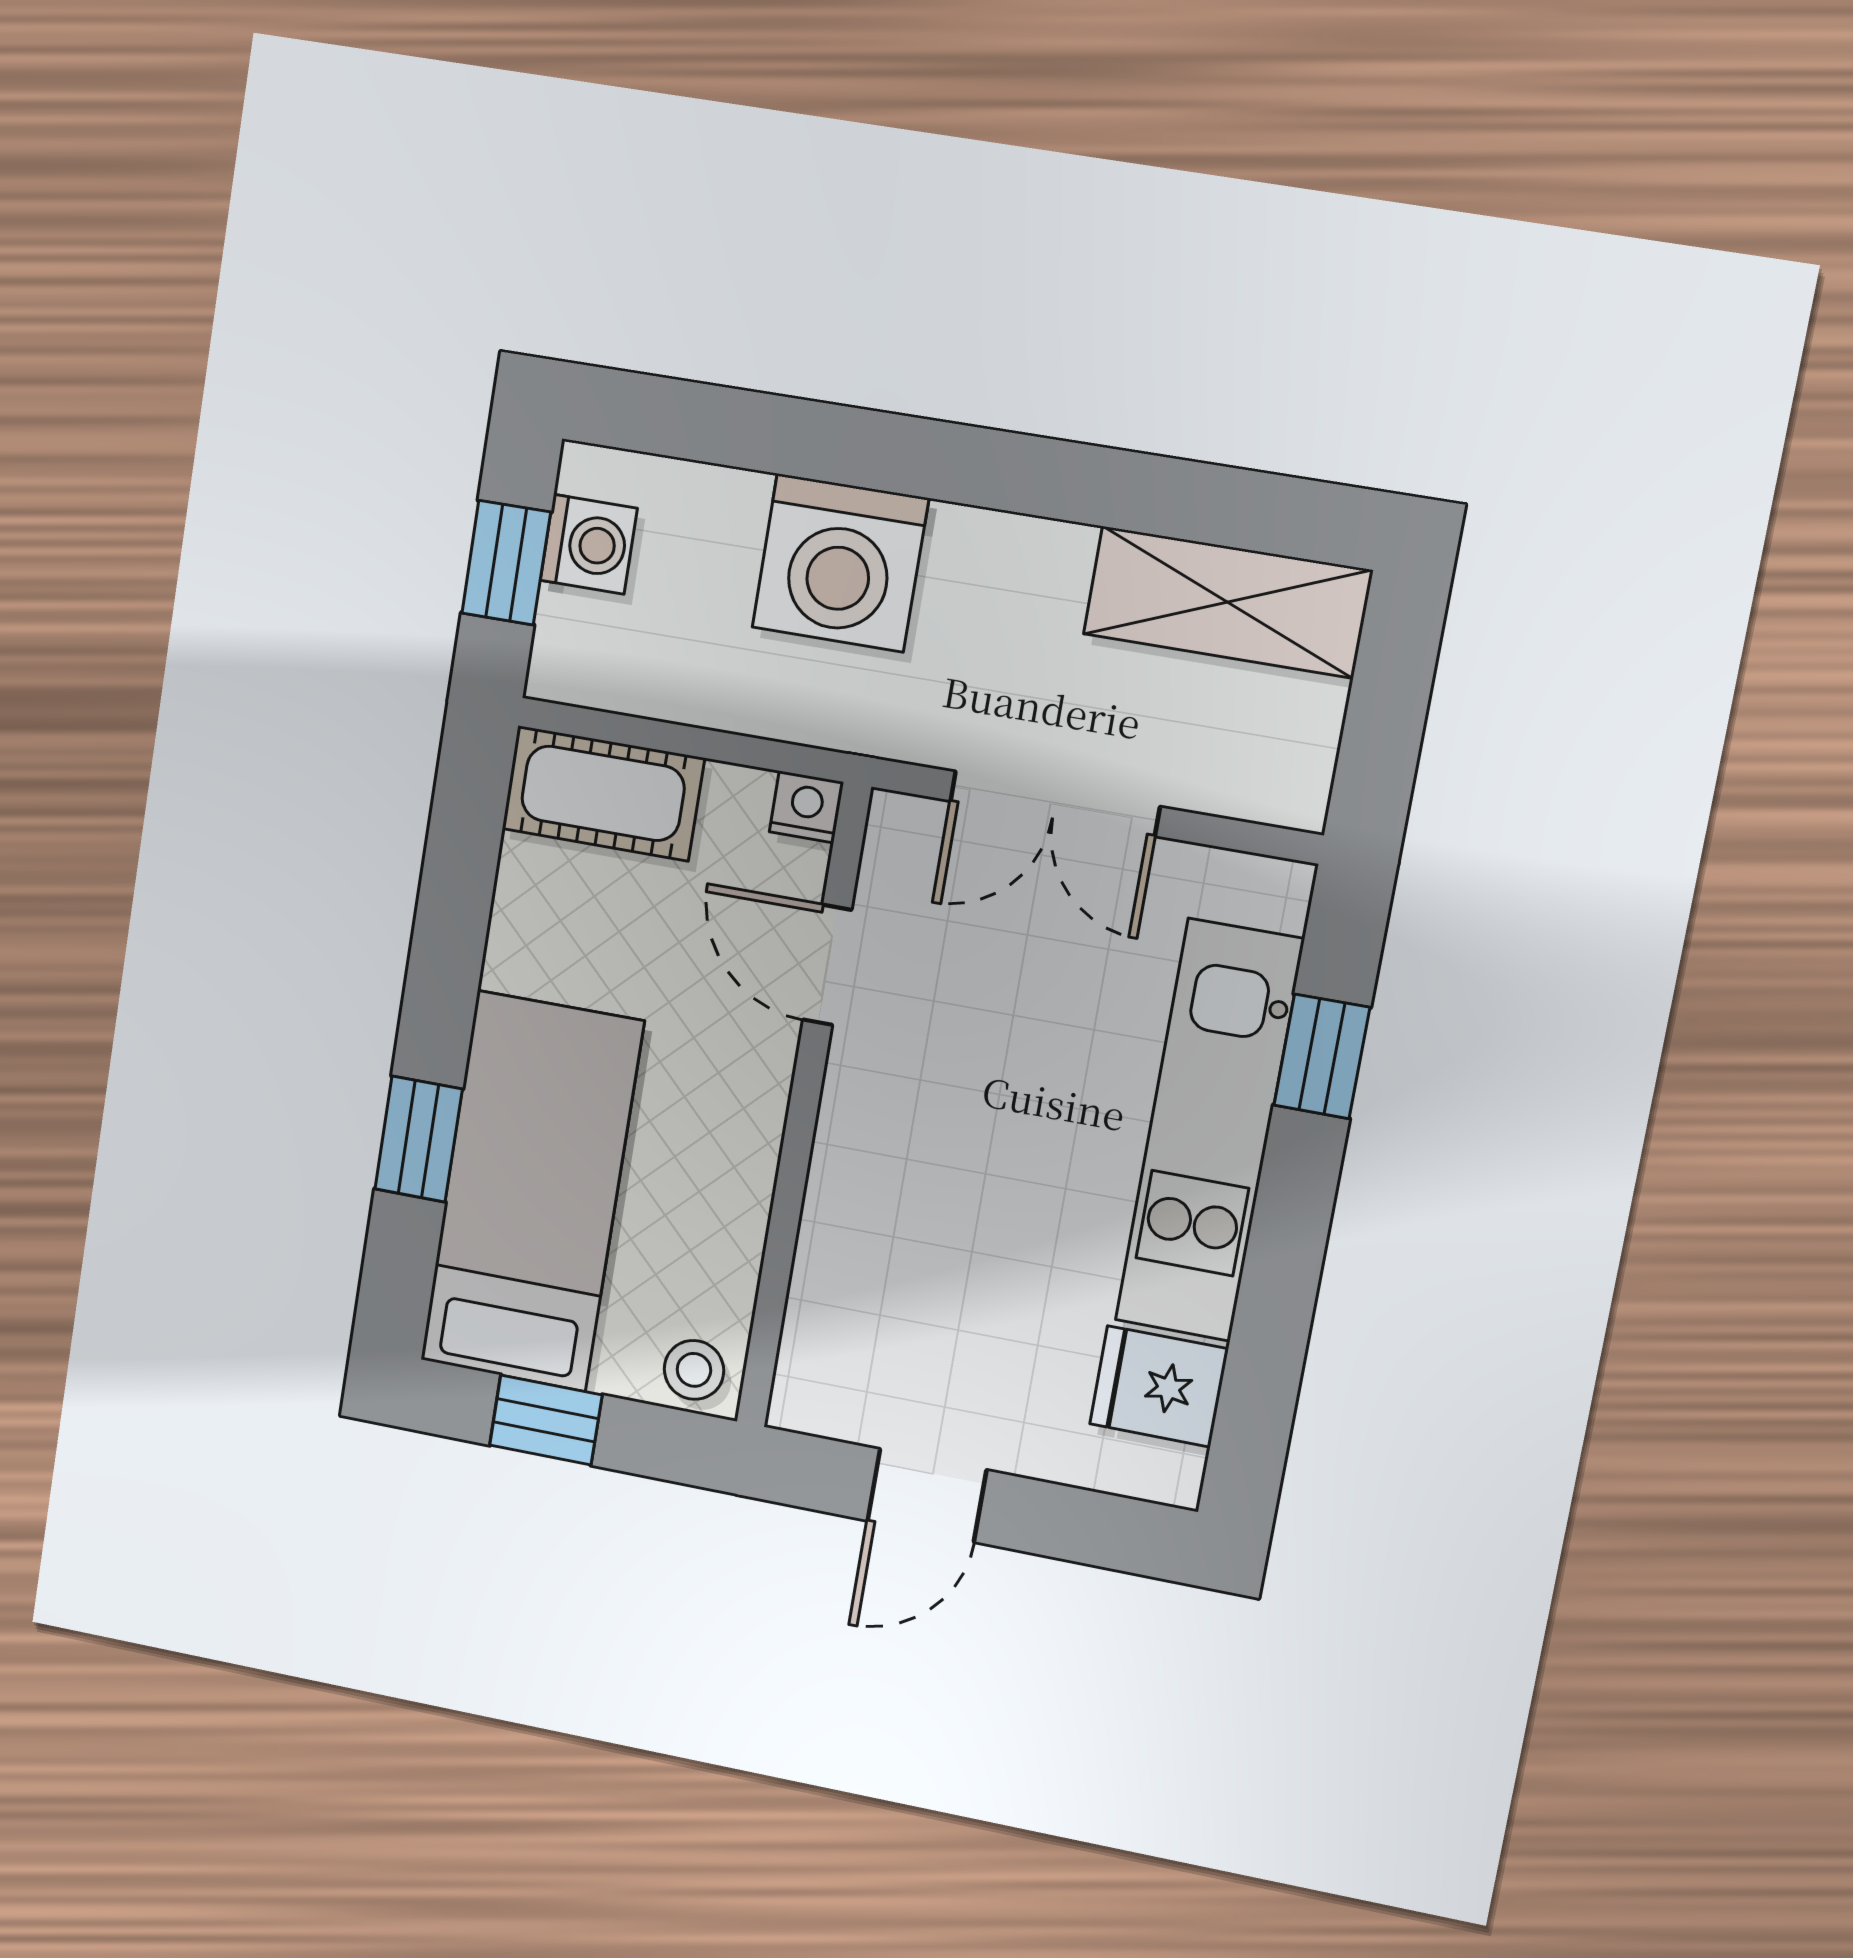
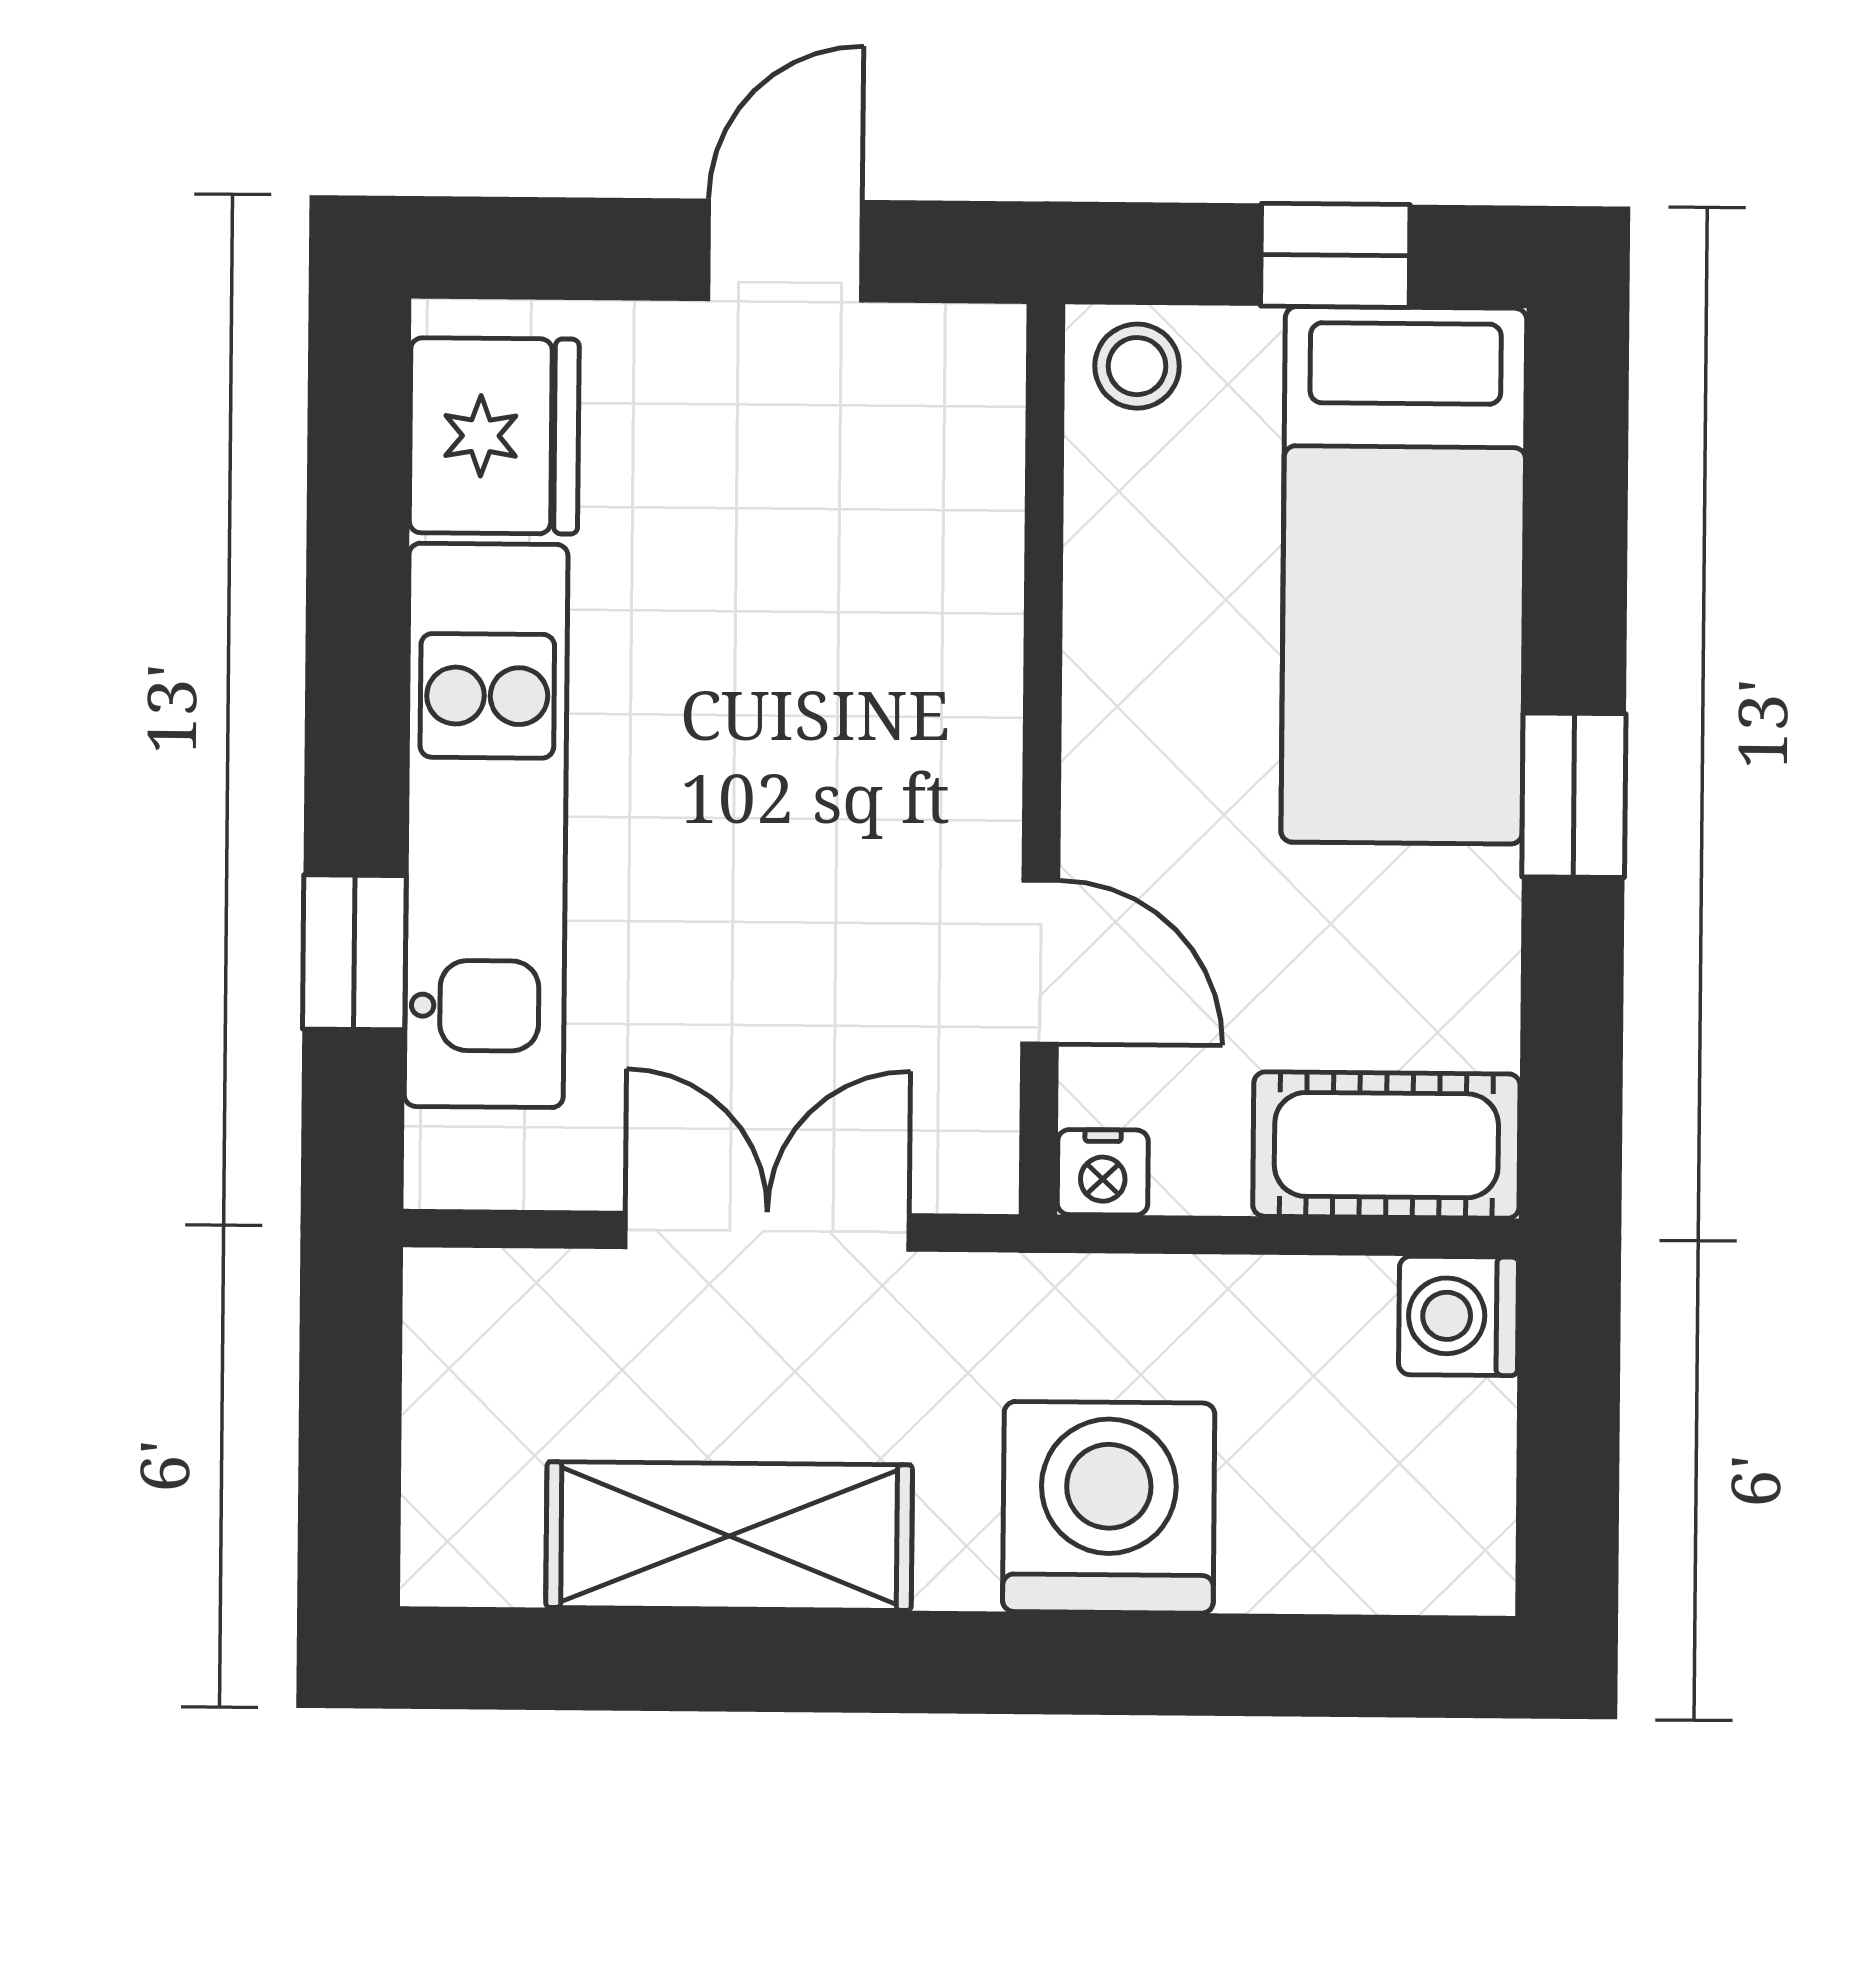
washing machine: (589, 544) -> (1459, 1316), moved
window: (506, 563) -> (1568, 1437), removed
shelving: (1228, 602) -> (729, 1536), moved
window: (419, 1139) -> (1574, 795), moved
fridge: (1159, 1386) -> (494, 436), width x1.38

